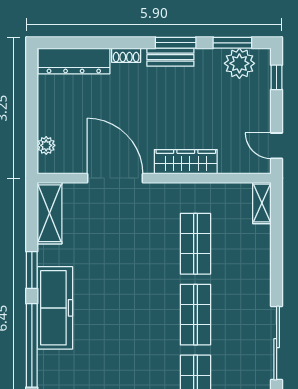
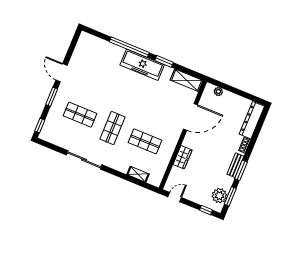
wardrobe: (186, 162) -> (183, 157), width x0.67
shelving: (262, 203) -> (138, 174), moved
shop shelf: (195, 315) -> (113, 128), turned 90

